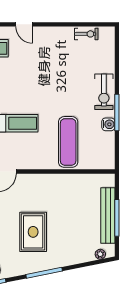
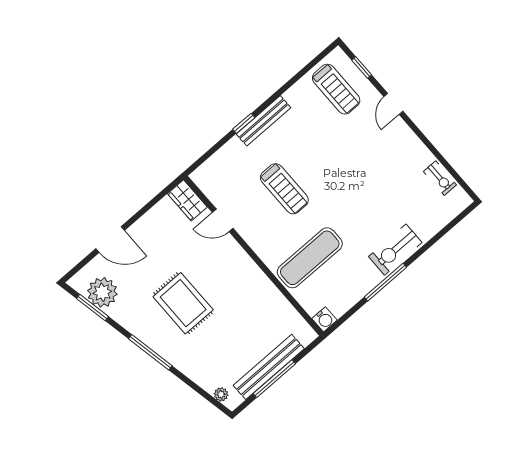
water cooler: (108, 124) -> (325, 319), moved
rug: (33, 232) -> (183, 303), turned 90

